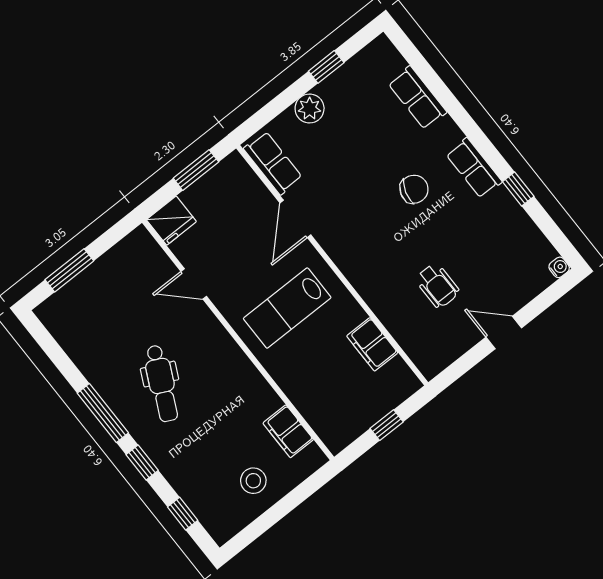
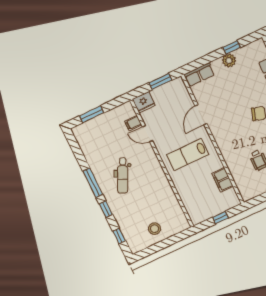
plant: (310, 108) -> (229, 60), moved
row of seats: (273, 163) -> (199, 75), moved, turned 90
filing cabinet: (288, 431) -> (133, 123), moved, width x0.50

